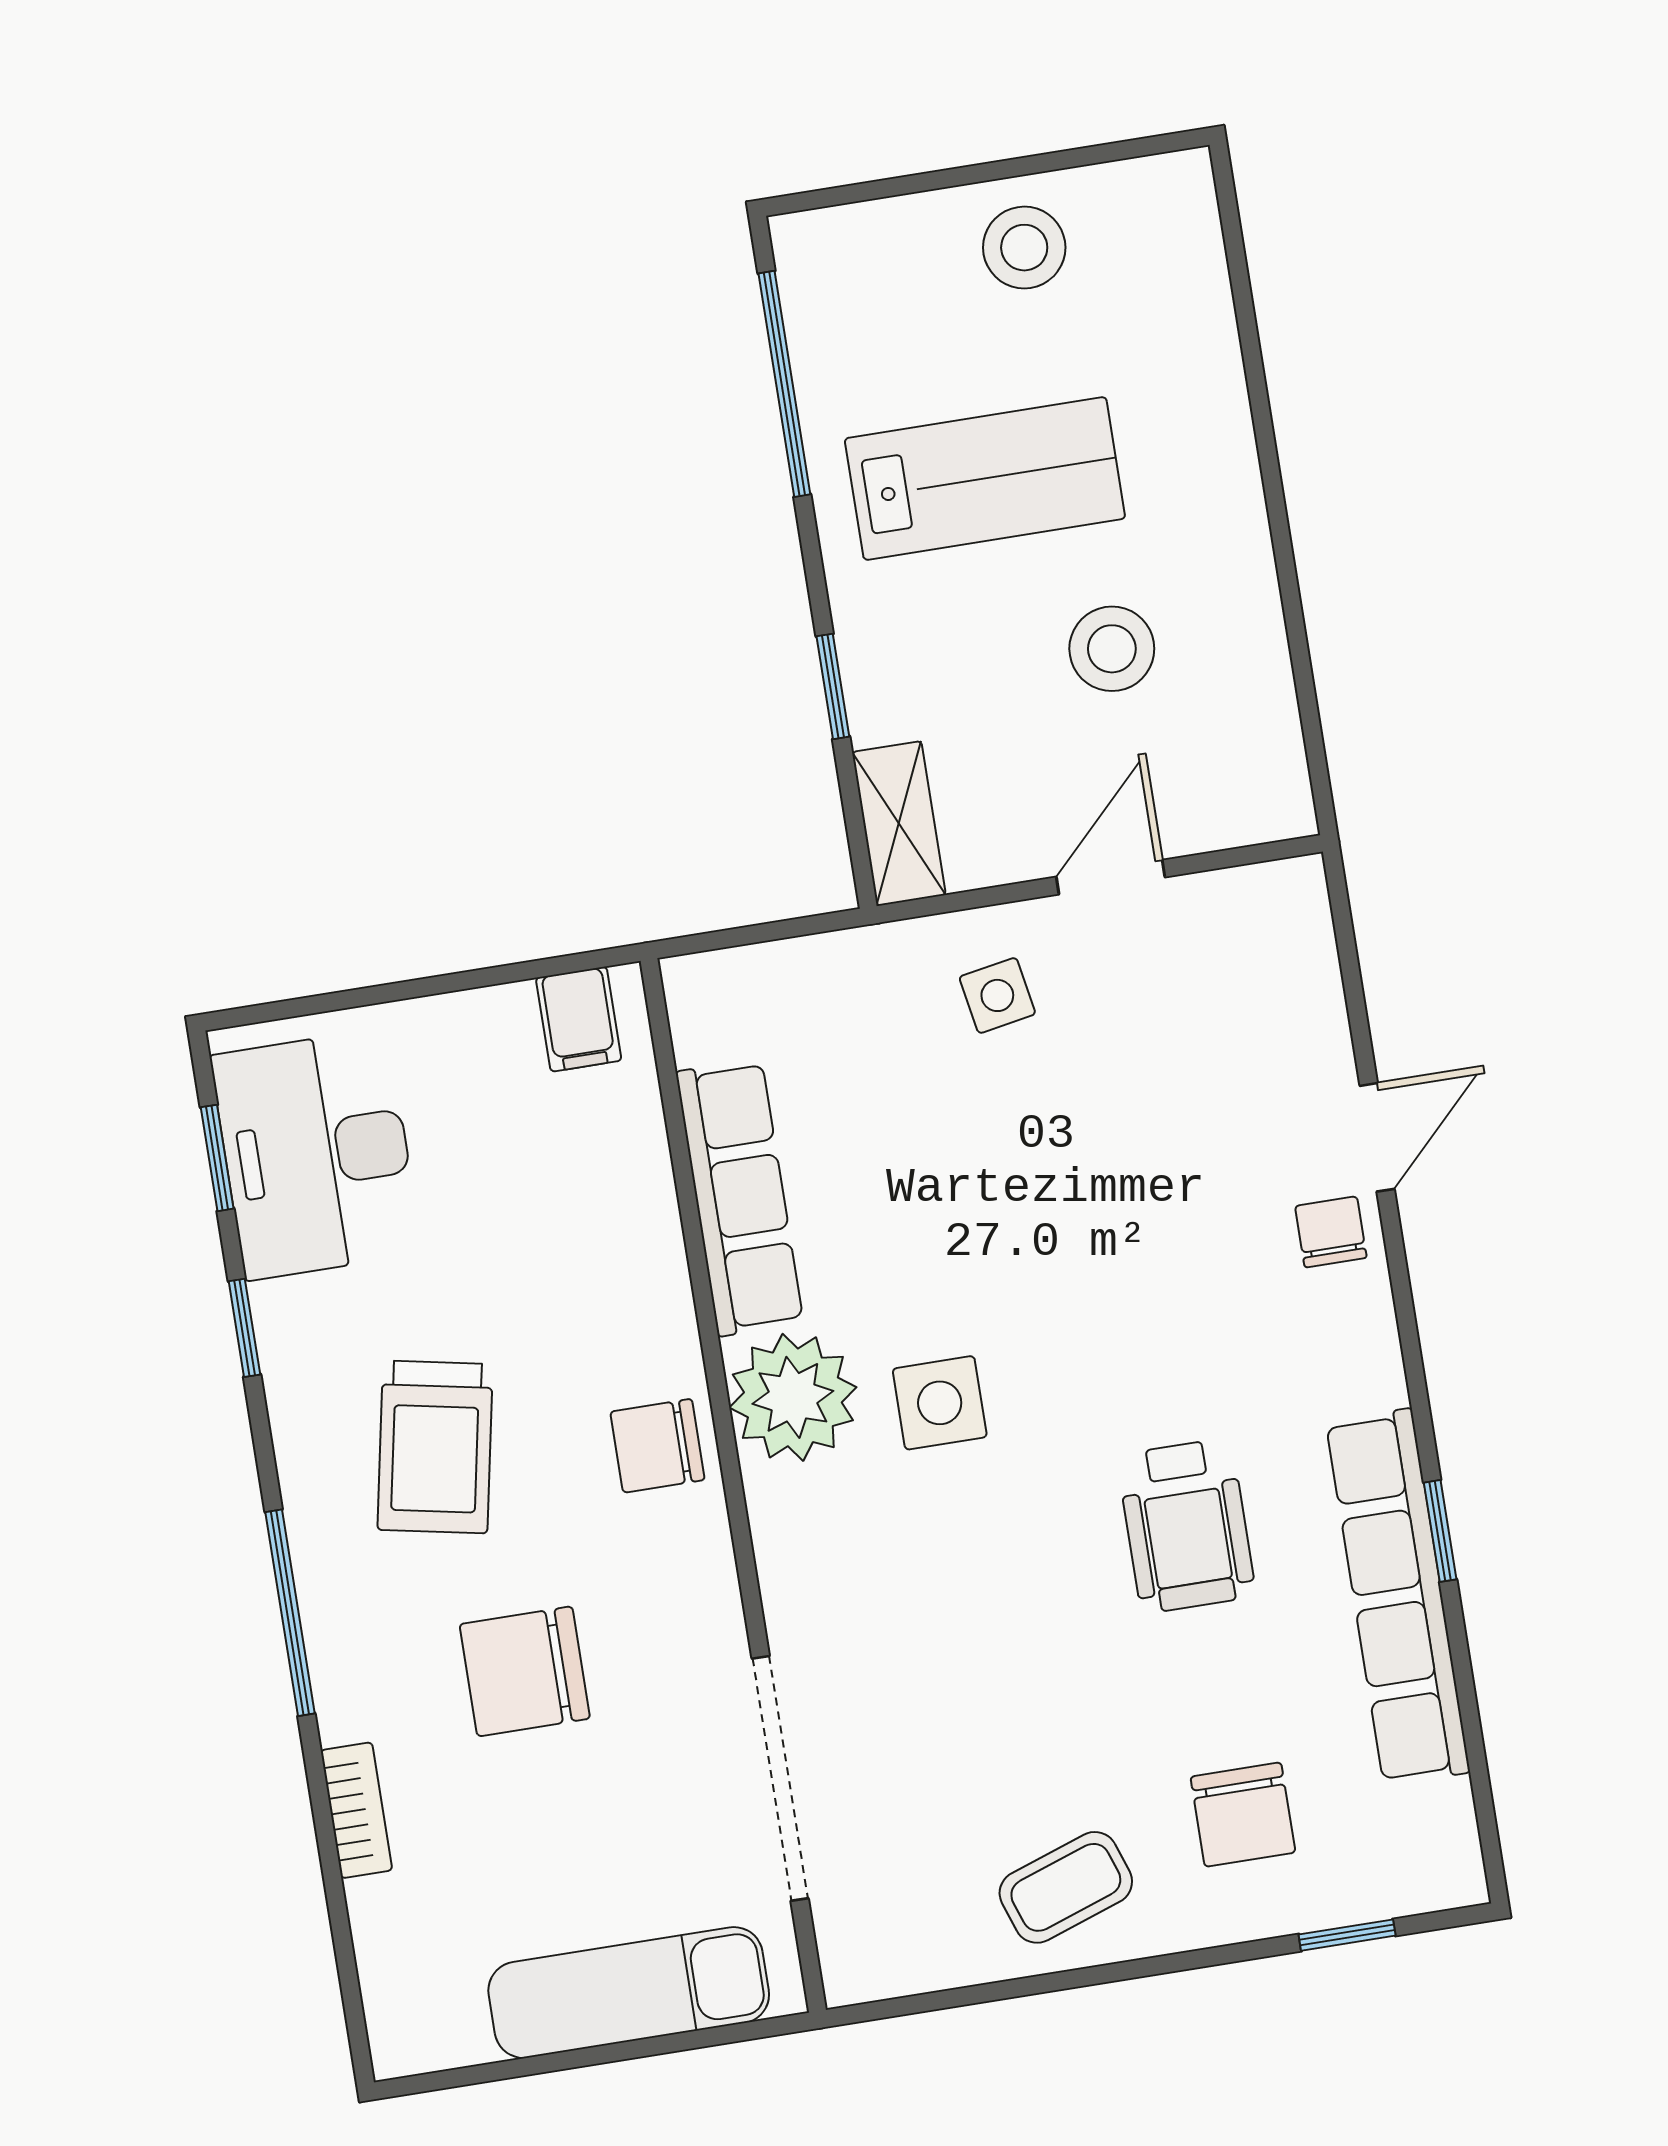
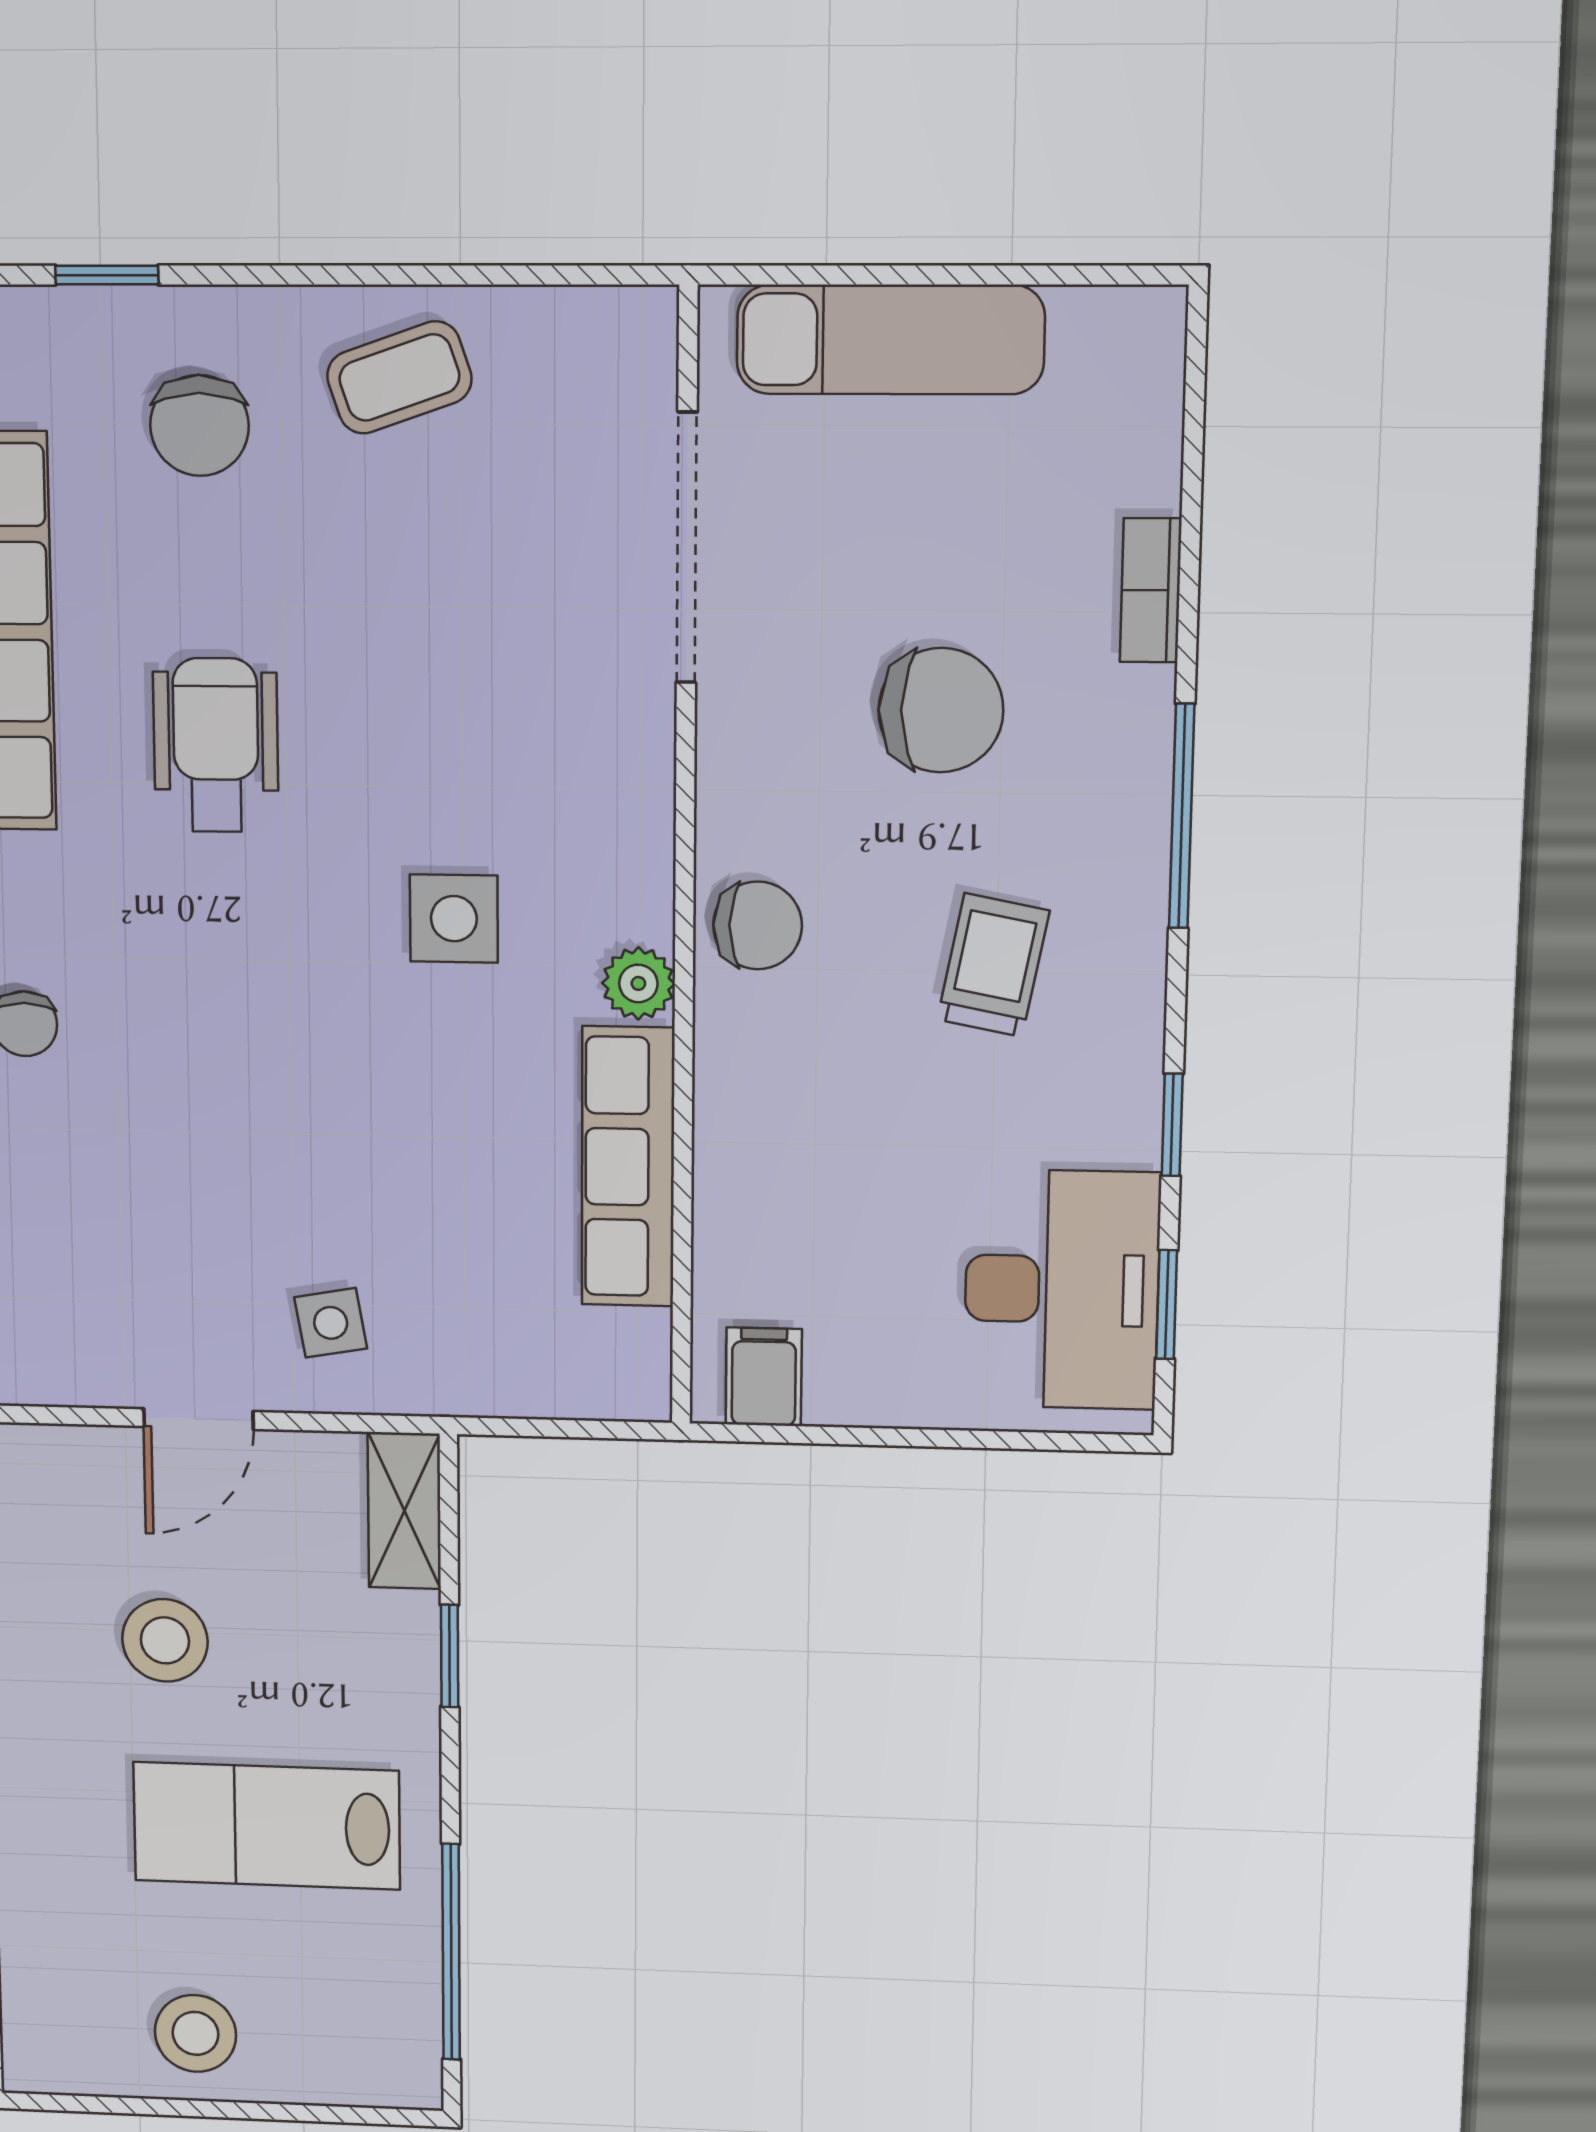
plant: (793, 1397) -> (638, 983), width x0.53, depth x0.53
trolley: (435, 1447) -> (993, 965), width x0.73, depth x0.72
chair: (1243, 1815) -> (199, 425), turned 180

